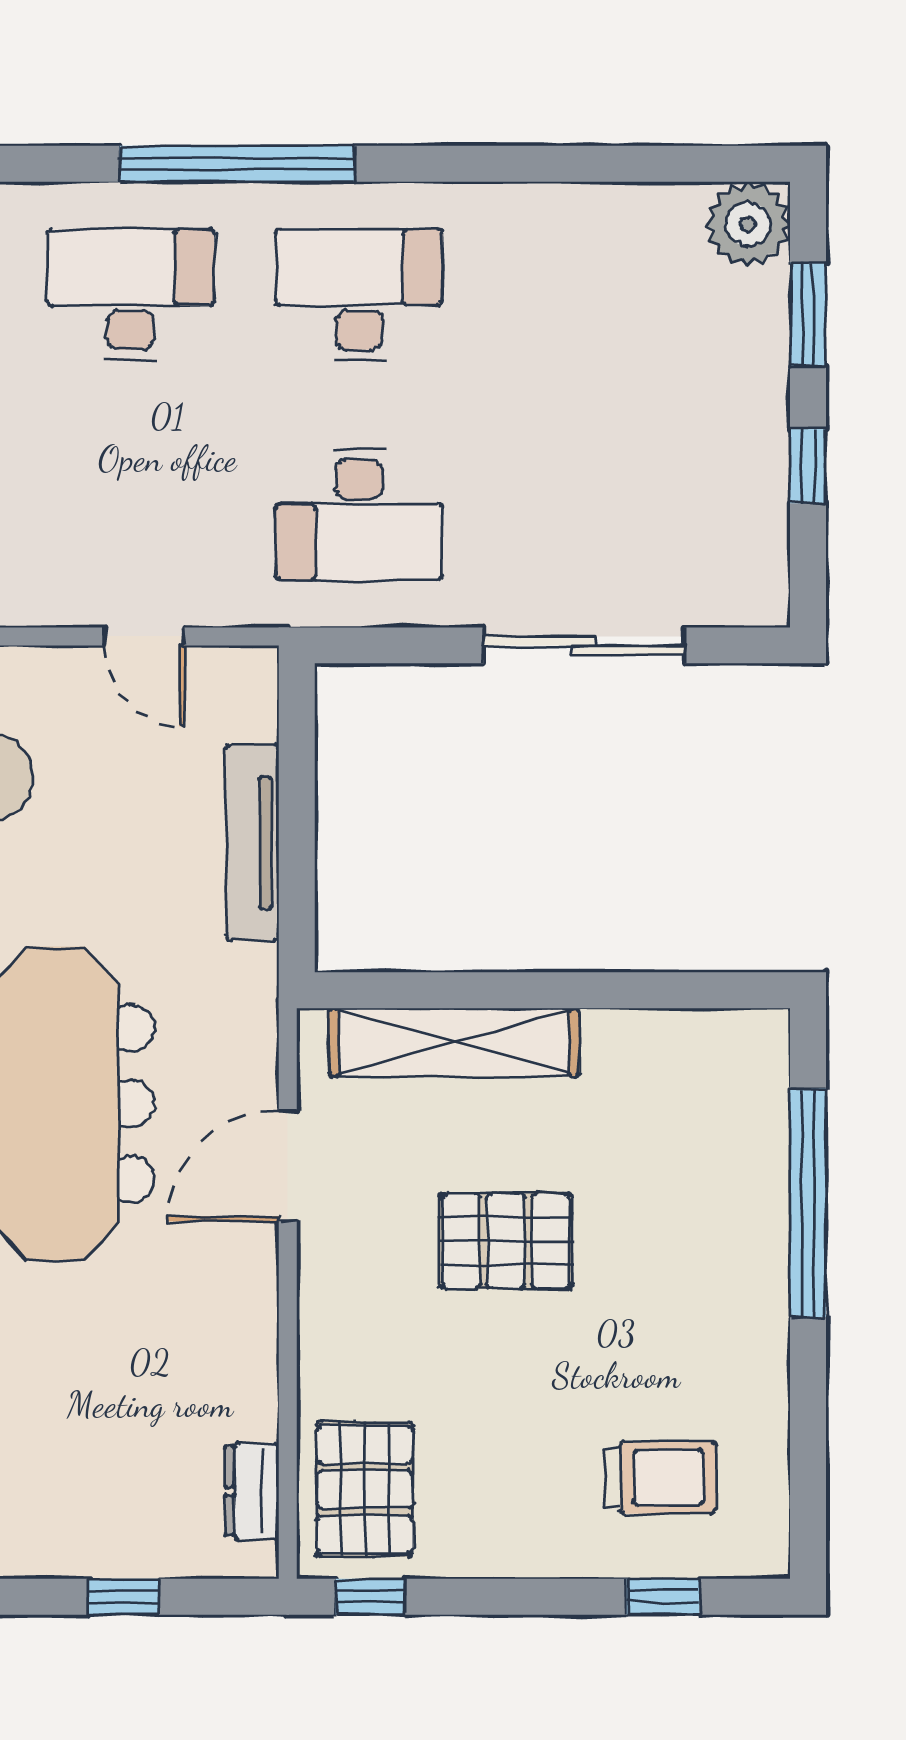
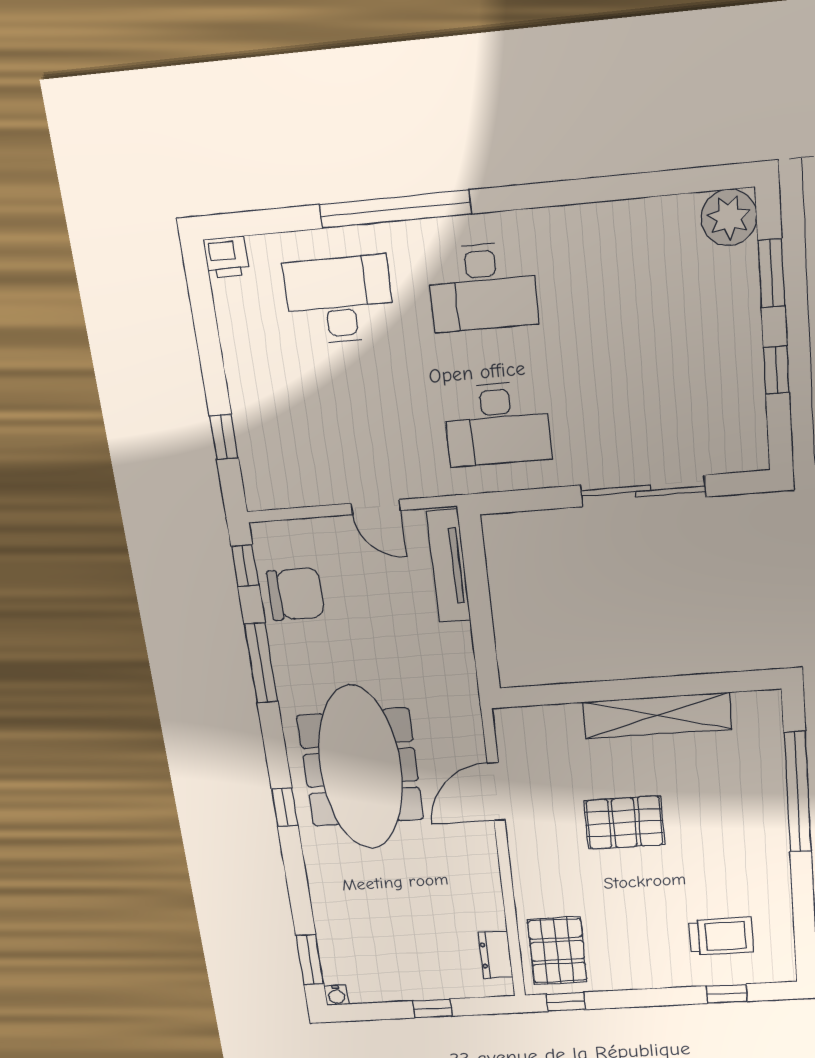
desk: (359, 295) -> (482, 287), turned 180
tv unit: (252, 843) -> (449, 566), moved
shelving: (454, 1042) -> (657, 715), moved

